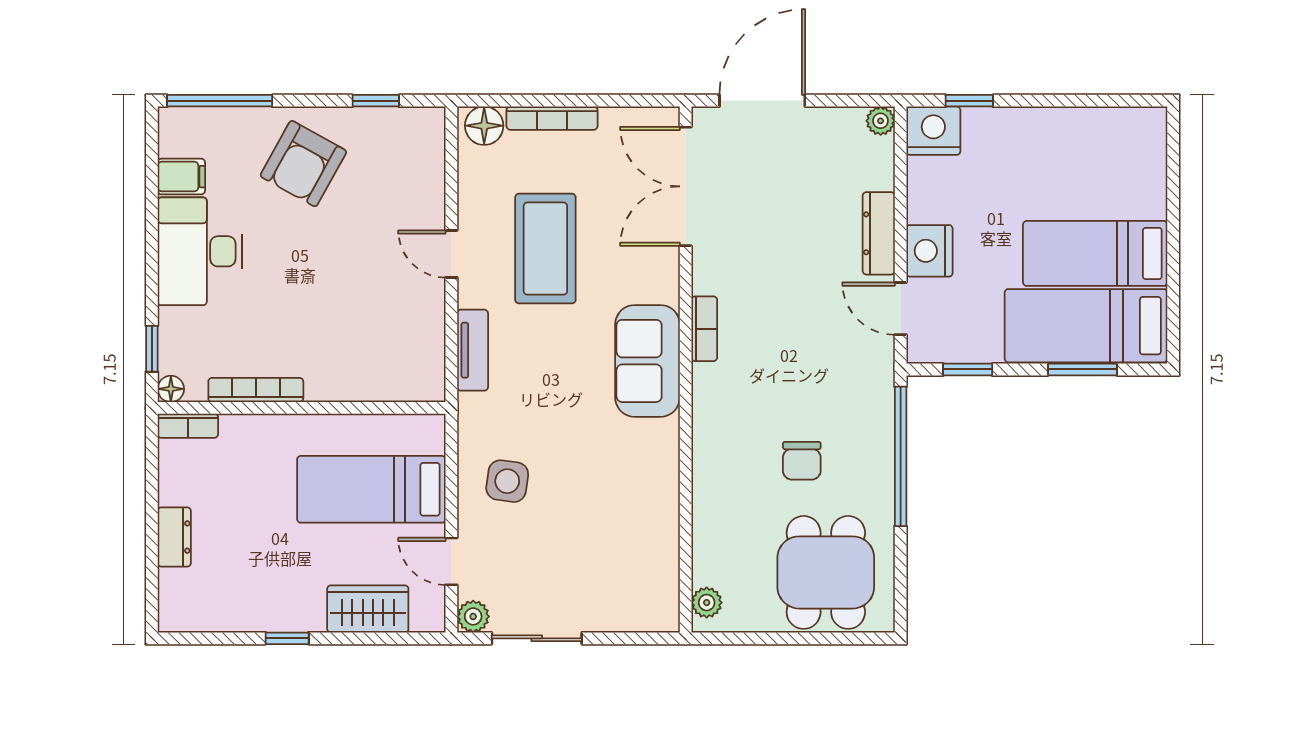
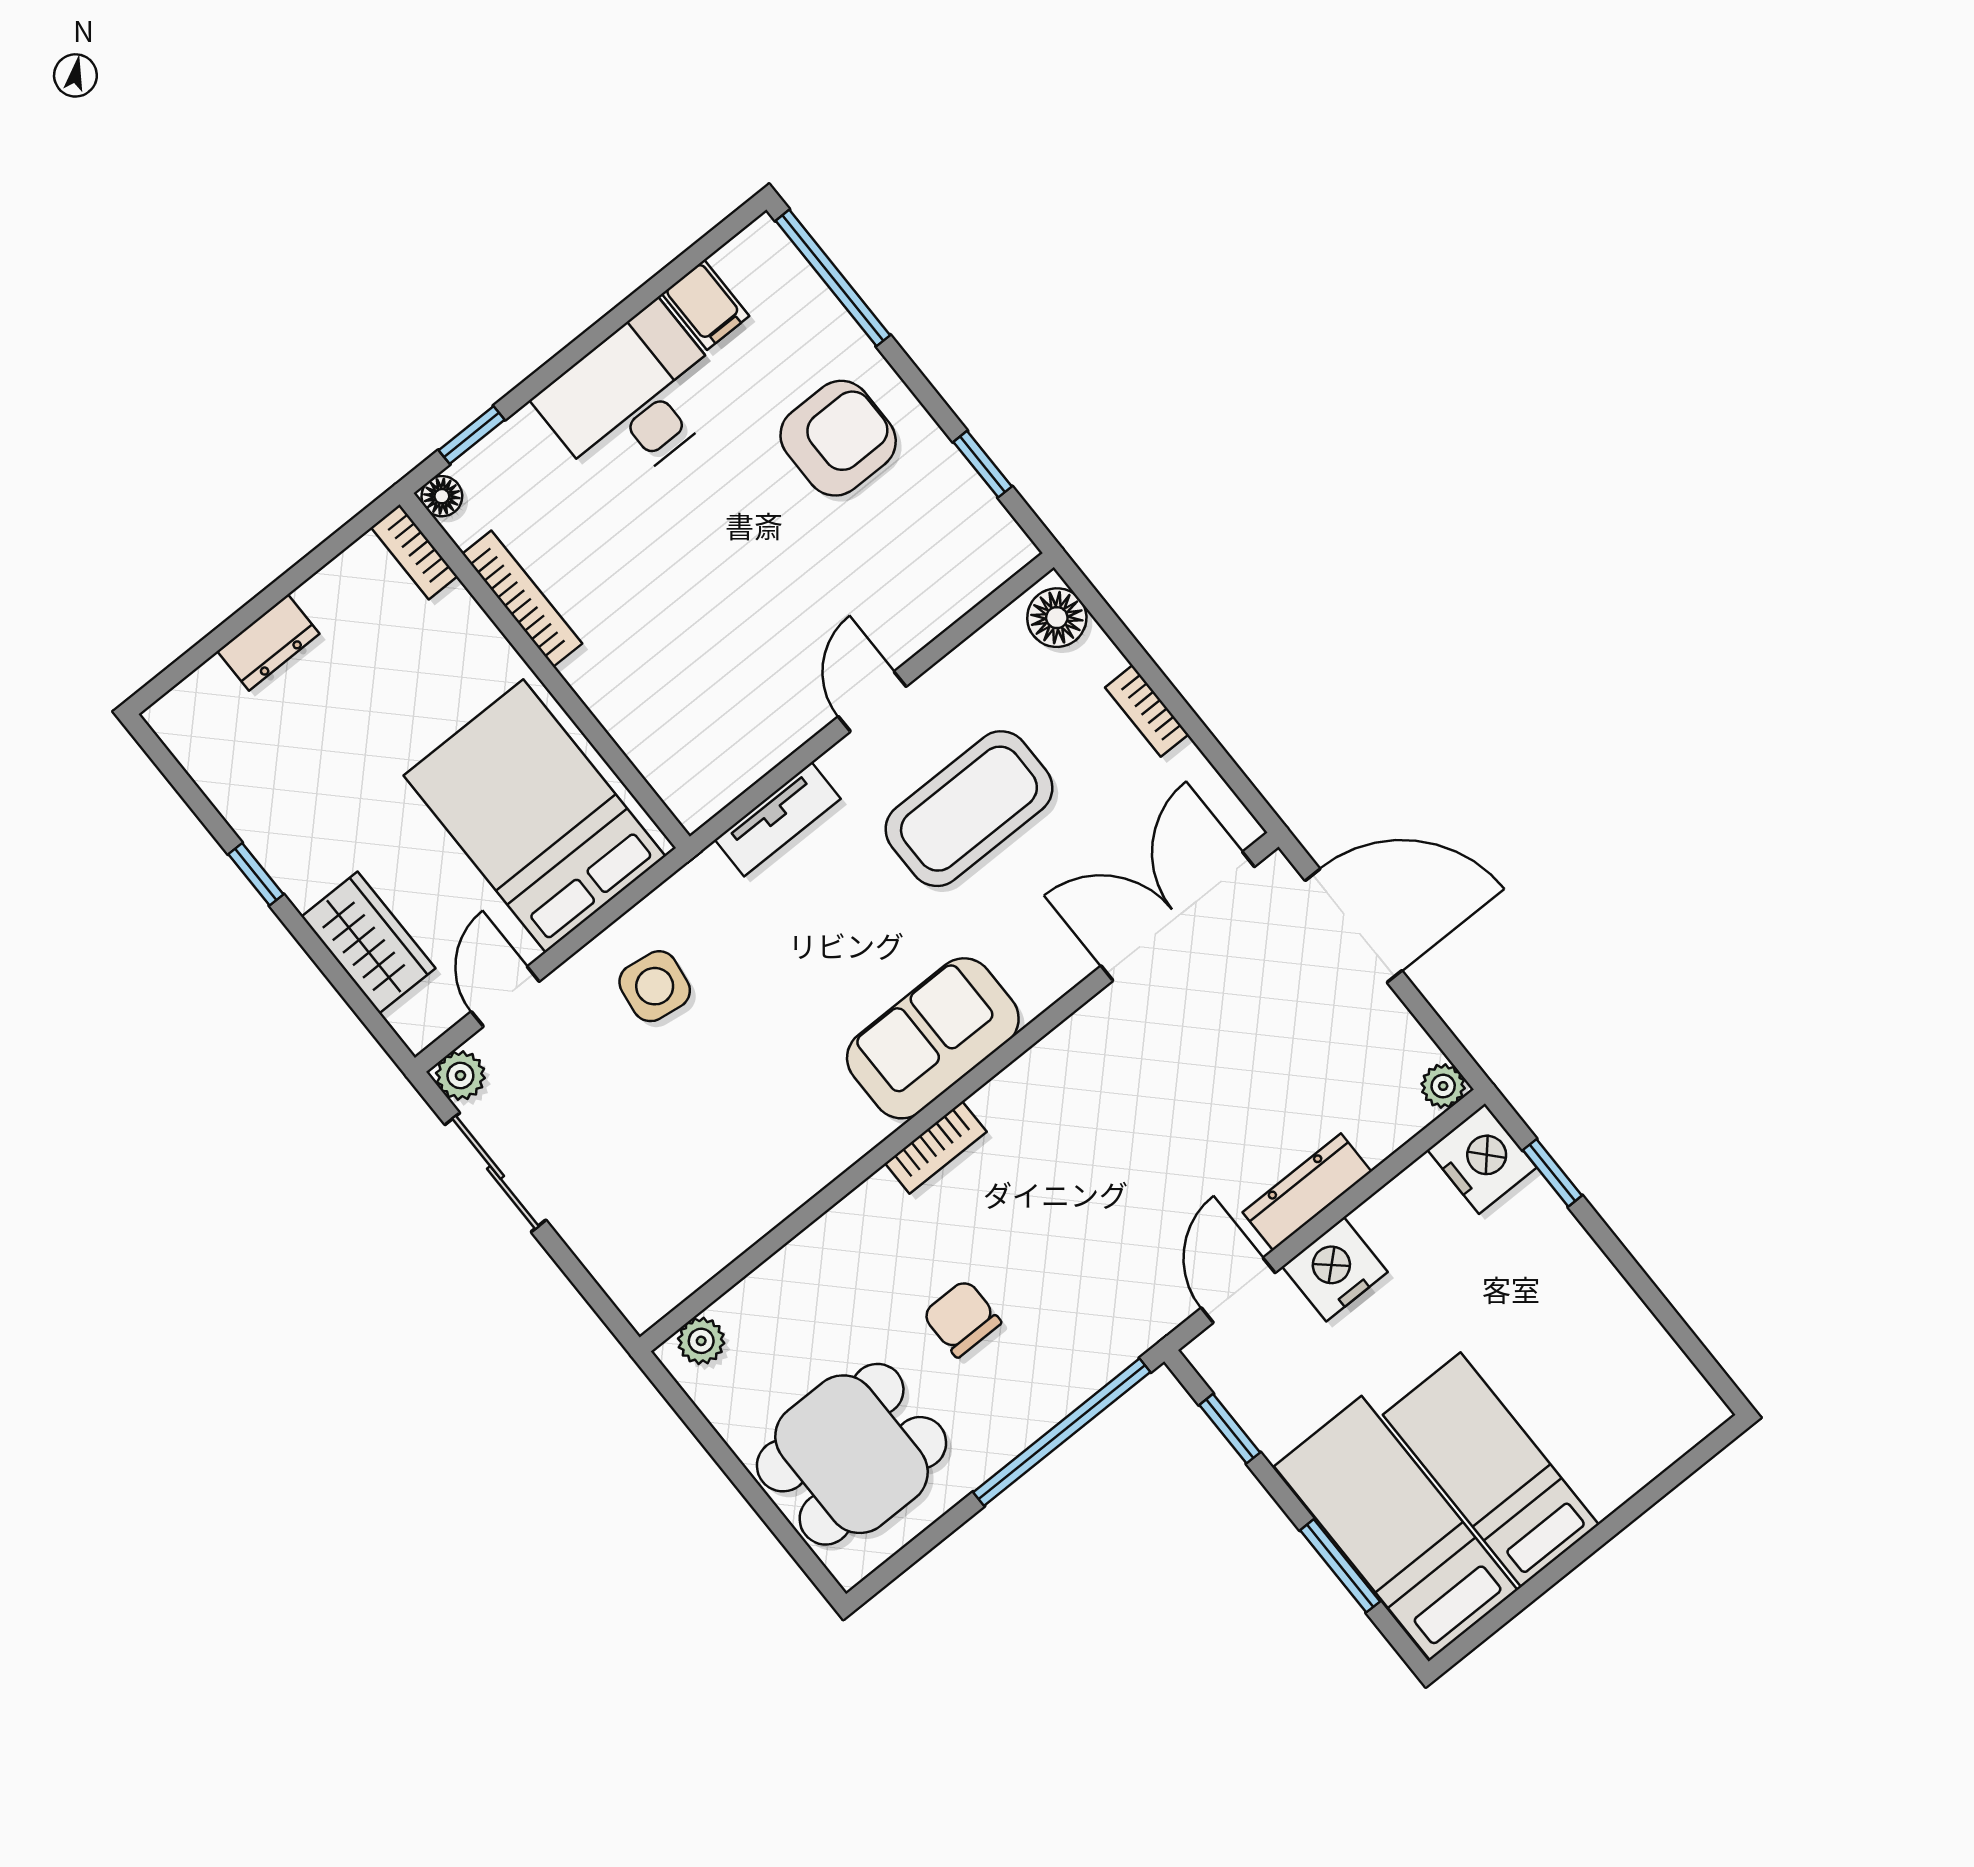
bookcase: (552, 118) -> (1147, 711), width x0.64
armchair: (303, 164) -> (838, 438), turned 151
bookcase: (704, 329) -> (936, 1148), moved
chair: (802, 461) -> (962, 1318), turned 90
bed: (371, 489) -> (534, 816), width x1.50

